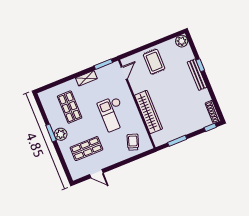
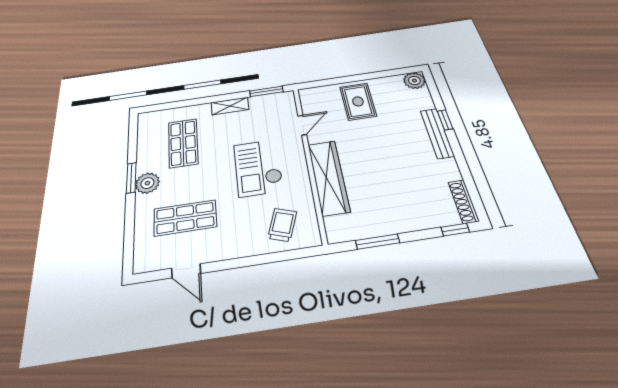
door: (124, 73) -> (302, 125), moved

